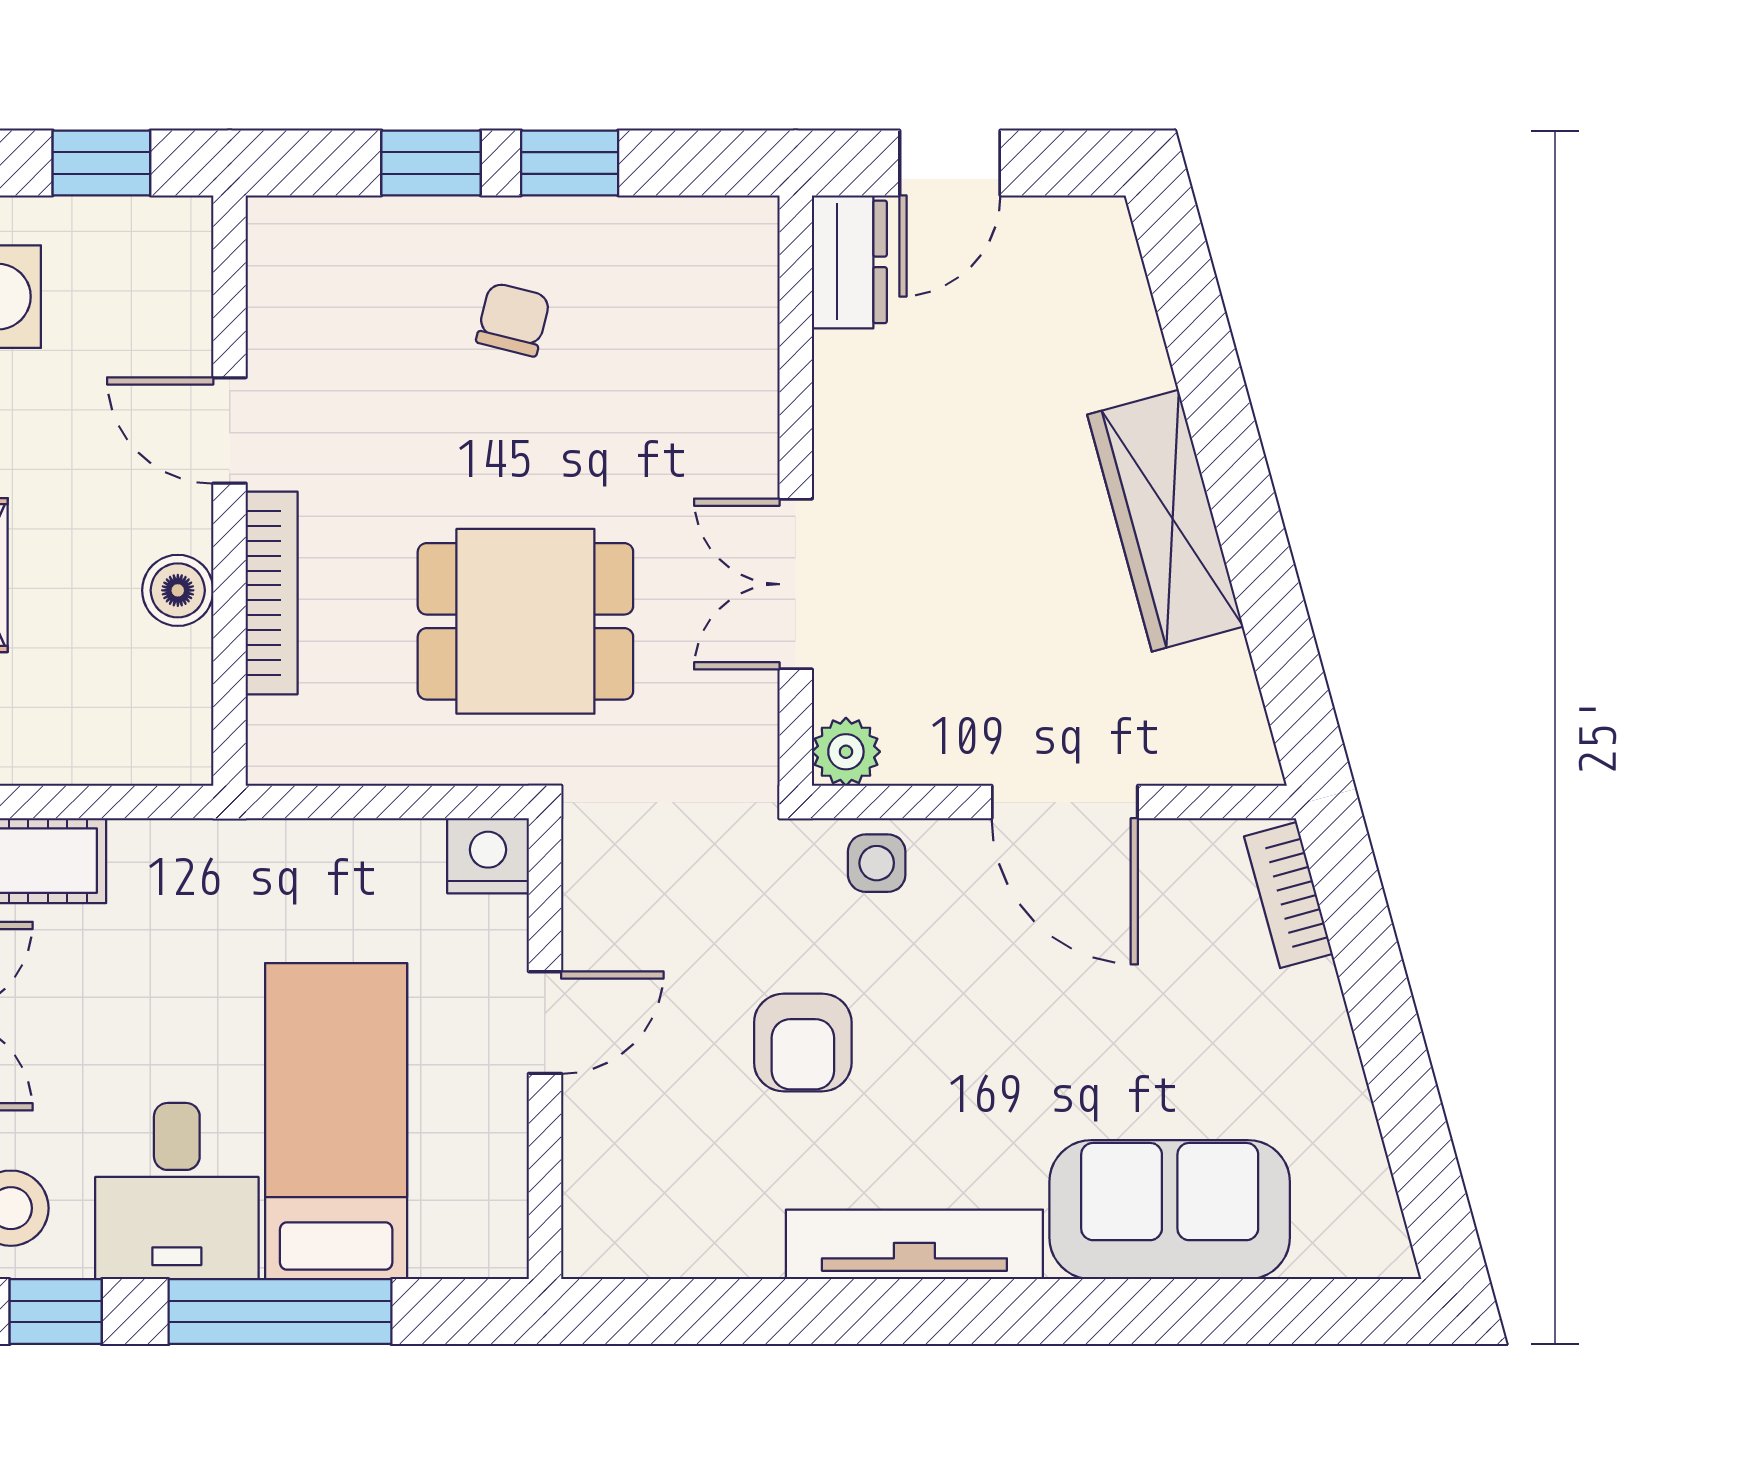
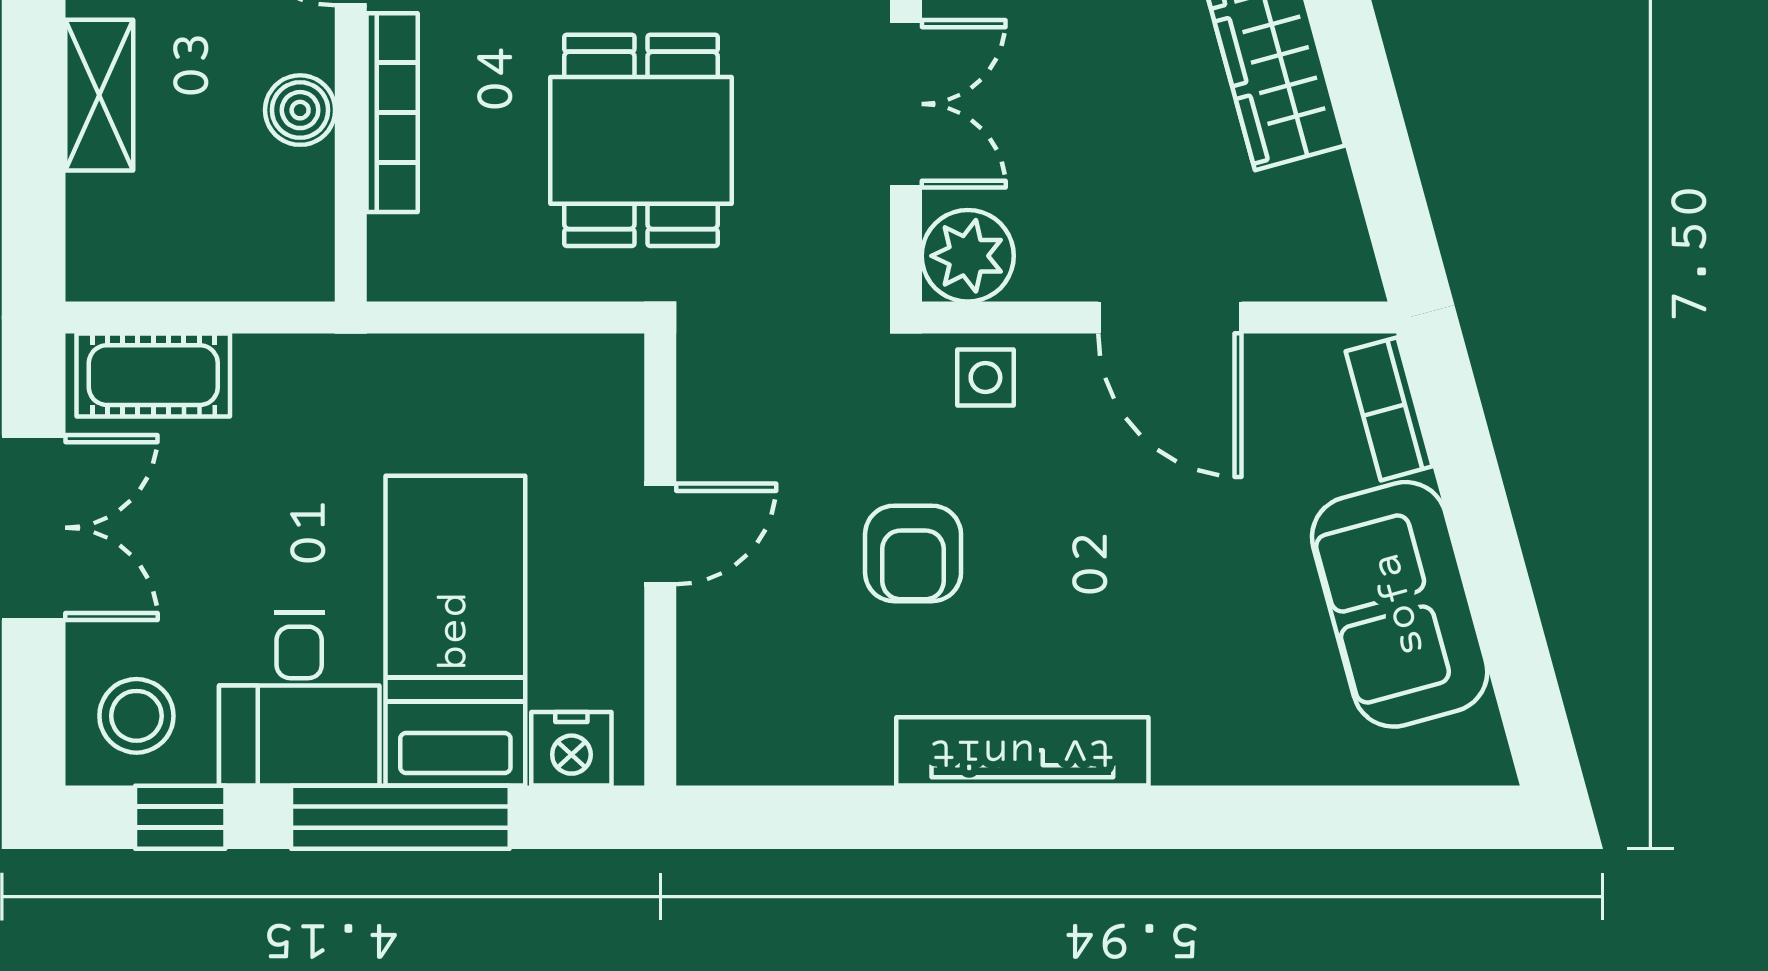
double door: (796, 584) -> (906, 104), swing flipped
dining table: (525, 621) -> (641, 140), turned 90
plant: (846, 752) -> (968, 256), width x1.38, depth x1.38
nightstand: (488, 856) -> (571, 749), moved, turned 180
sofa: (1170, 1210) -> (1400, 604), moved, turned -105

